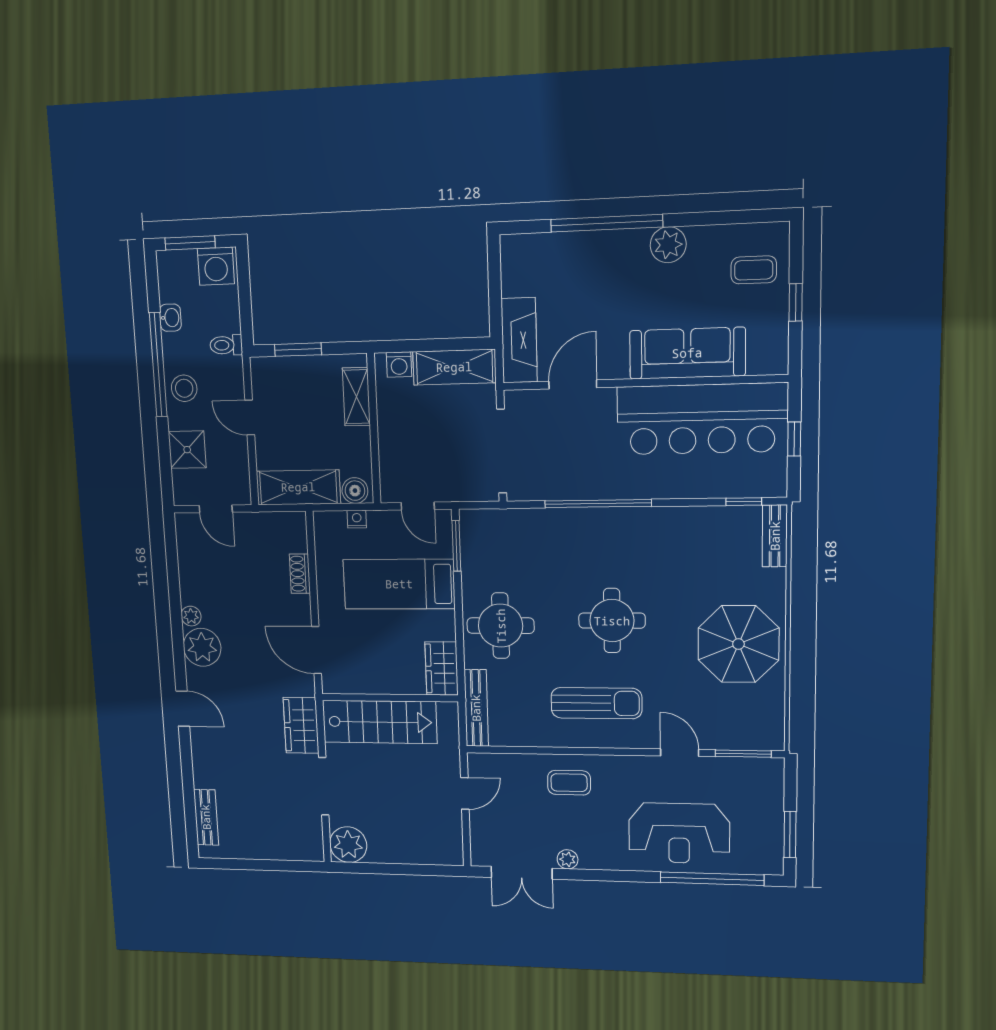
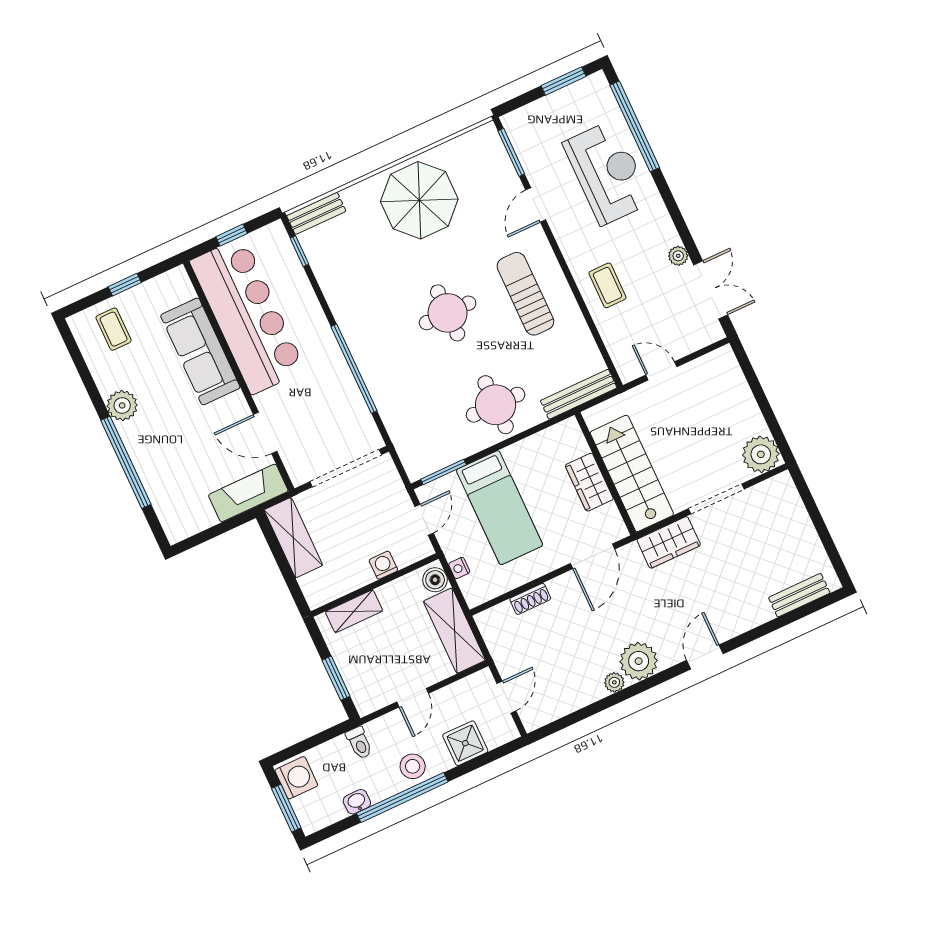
washing machine: (399, 364) -> (383, 565), moved, turned -90
wardrobe: (442, 669) -> (589, 482), moved, turned 90

